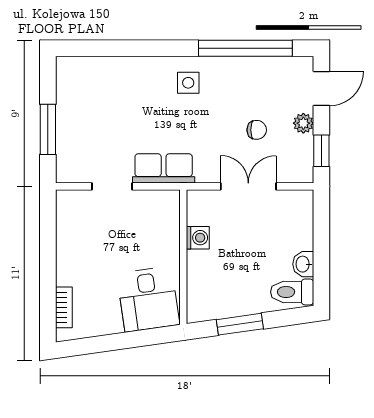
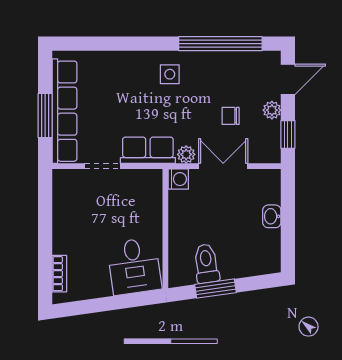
row of seats: (70, 124) -> (65, 111), added
chair: (257, 130) -> (231, 116), turned 180
plant: (207, 173) -> (186, 154), added
washing machine: (198, 238) -> (178, 179), moved
washbasin: (303, 264) -> (272, 216), moved
toilet: (292, 292) -> (206, 263), moved, turned 82

